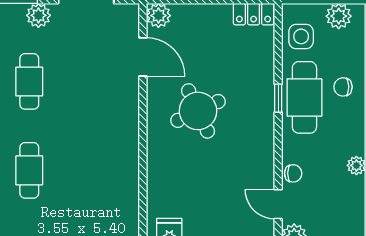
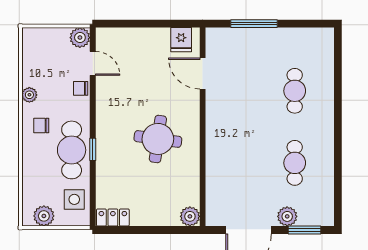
door: (143, 57) -> (203, 73), moved
chair: (343, 87) -> (41, 126), moved, turned 180
round table: (198, 111) -> (158, 139), turned 33

